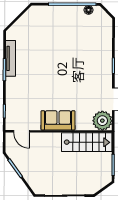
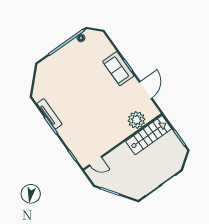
sofa: (58, 120) -> (118, 69), moved, turned -90
plant: (102, 121) -> (136, 120), moved

